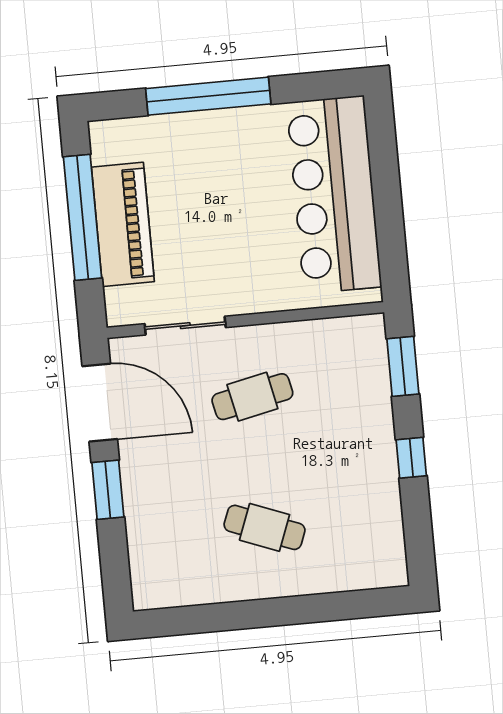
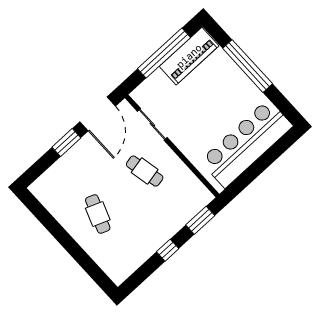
piano: (123, 224) -> (189, 56), moved

